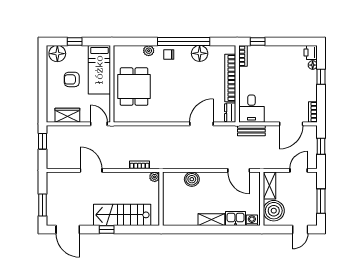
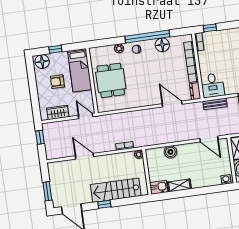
door: (201, 124) -> (172, 104), hinge flipped
kitchen sink: (236, 218) -> (159, 187), moved
shelving: (211, 220) -> (179, 185), moved

